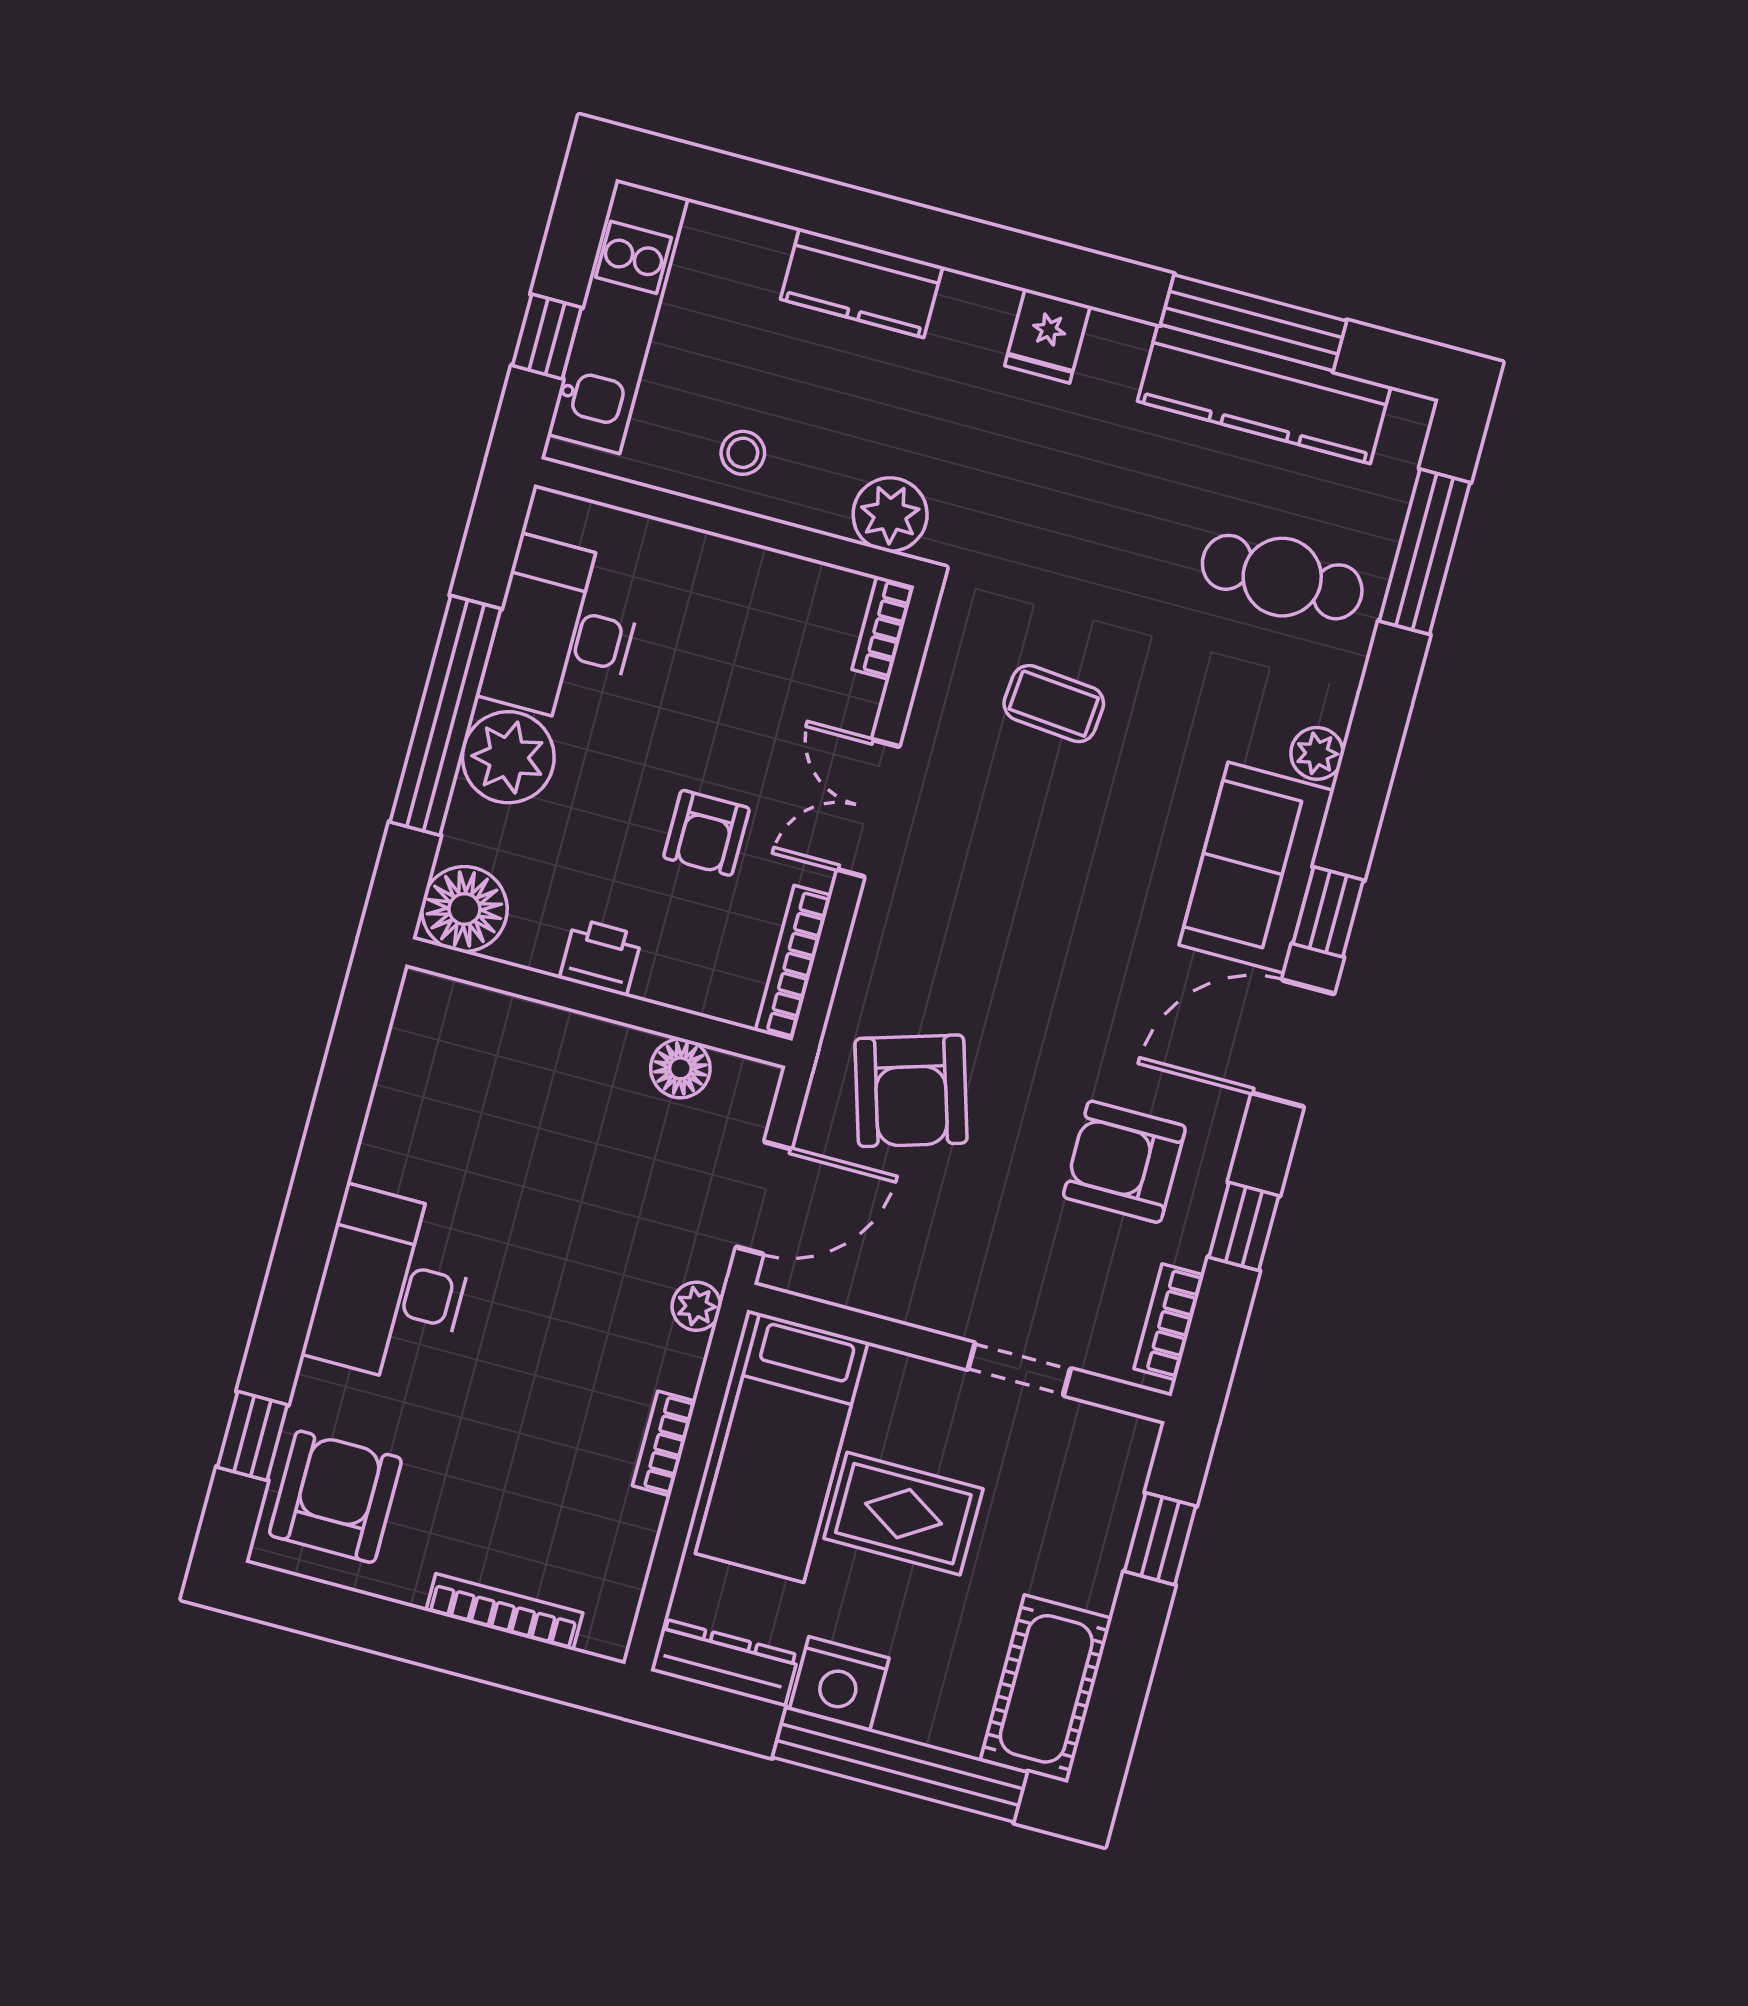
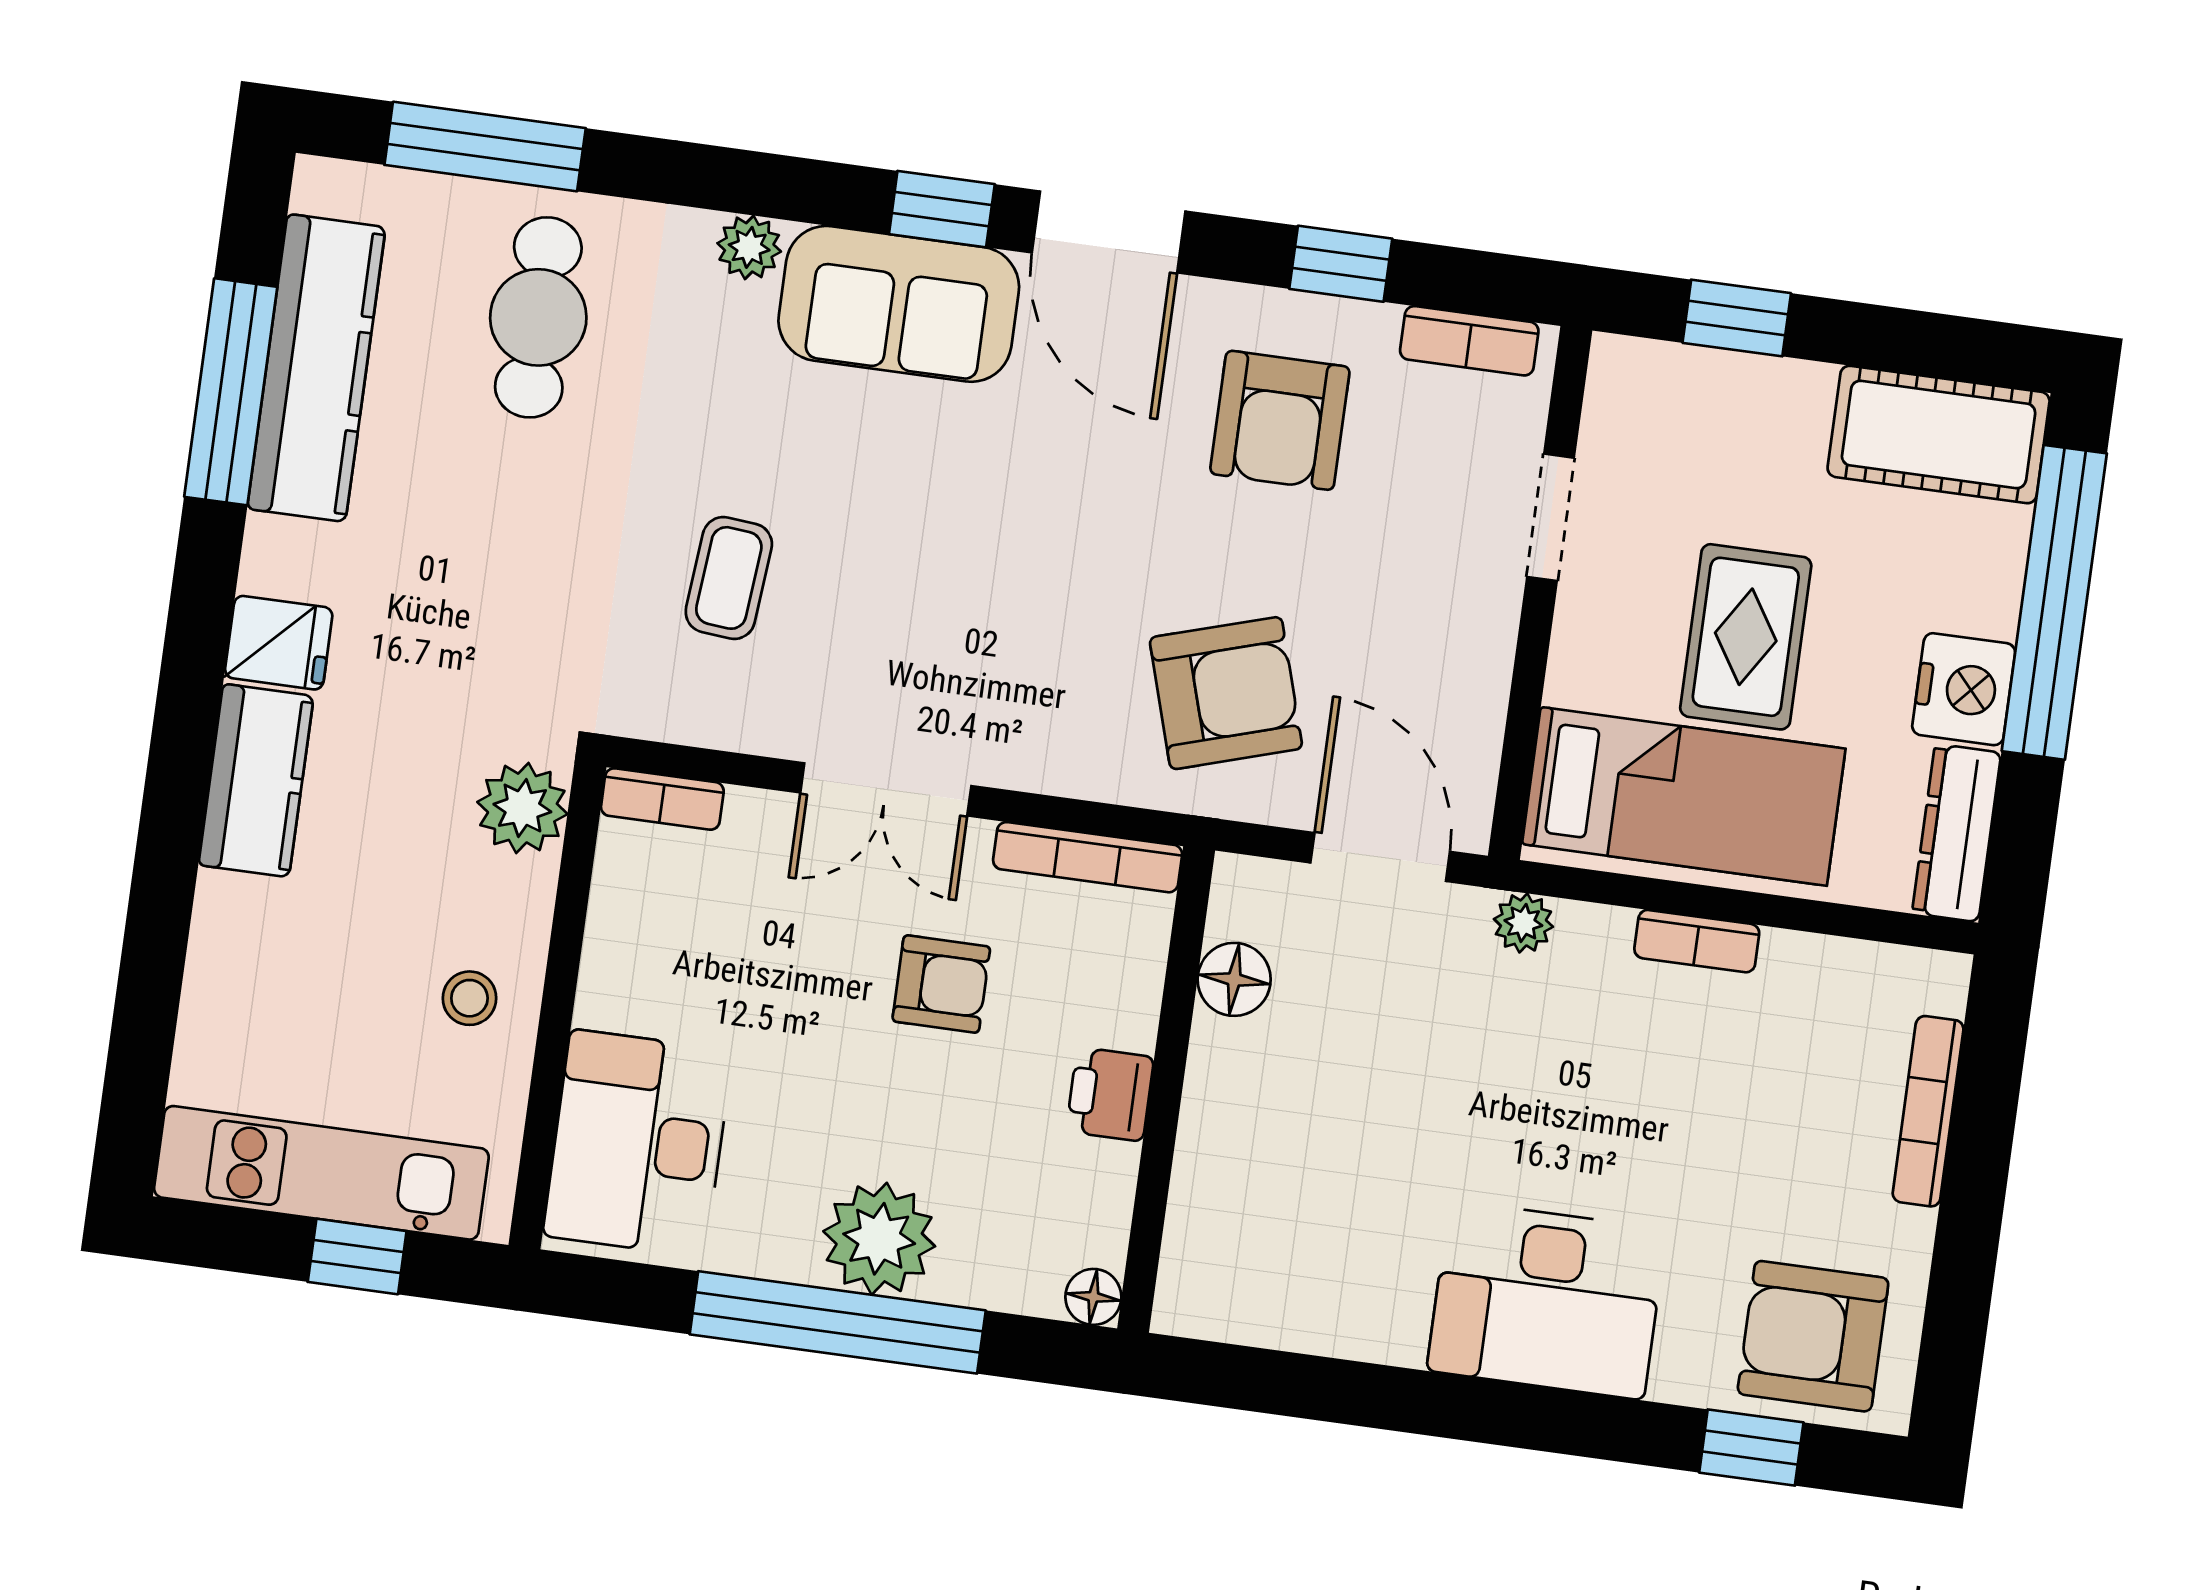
kitchen counter: (862, 283) -> (256, 780), moved
desk: (563, 632) -> (638, 1143), moved, turned 90
floor lamp: (464, 909) -> (1093, 1297), width x0.53, depth x0.53

